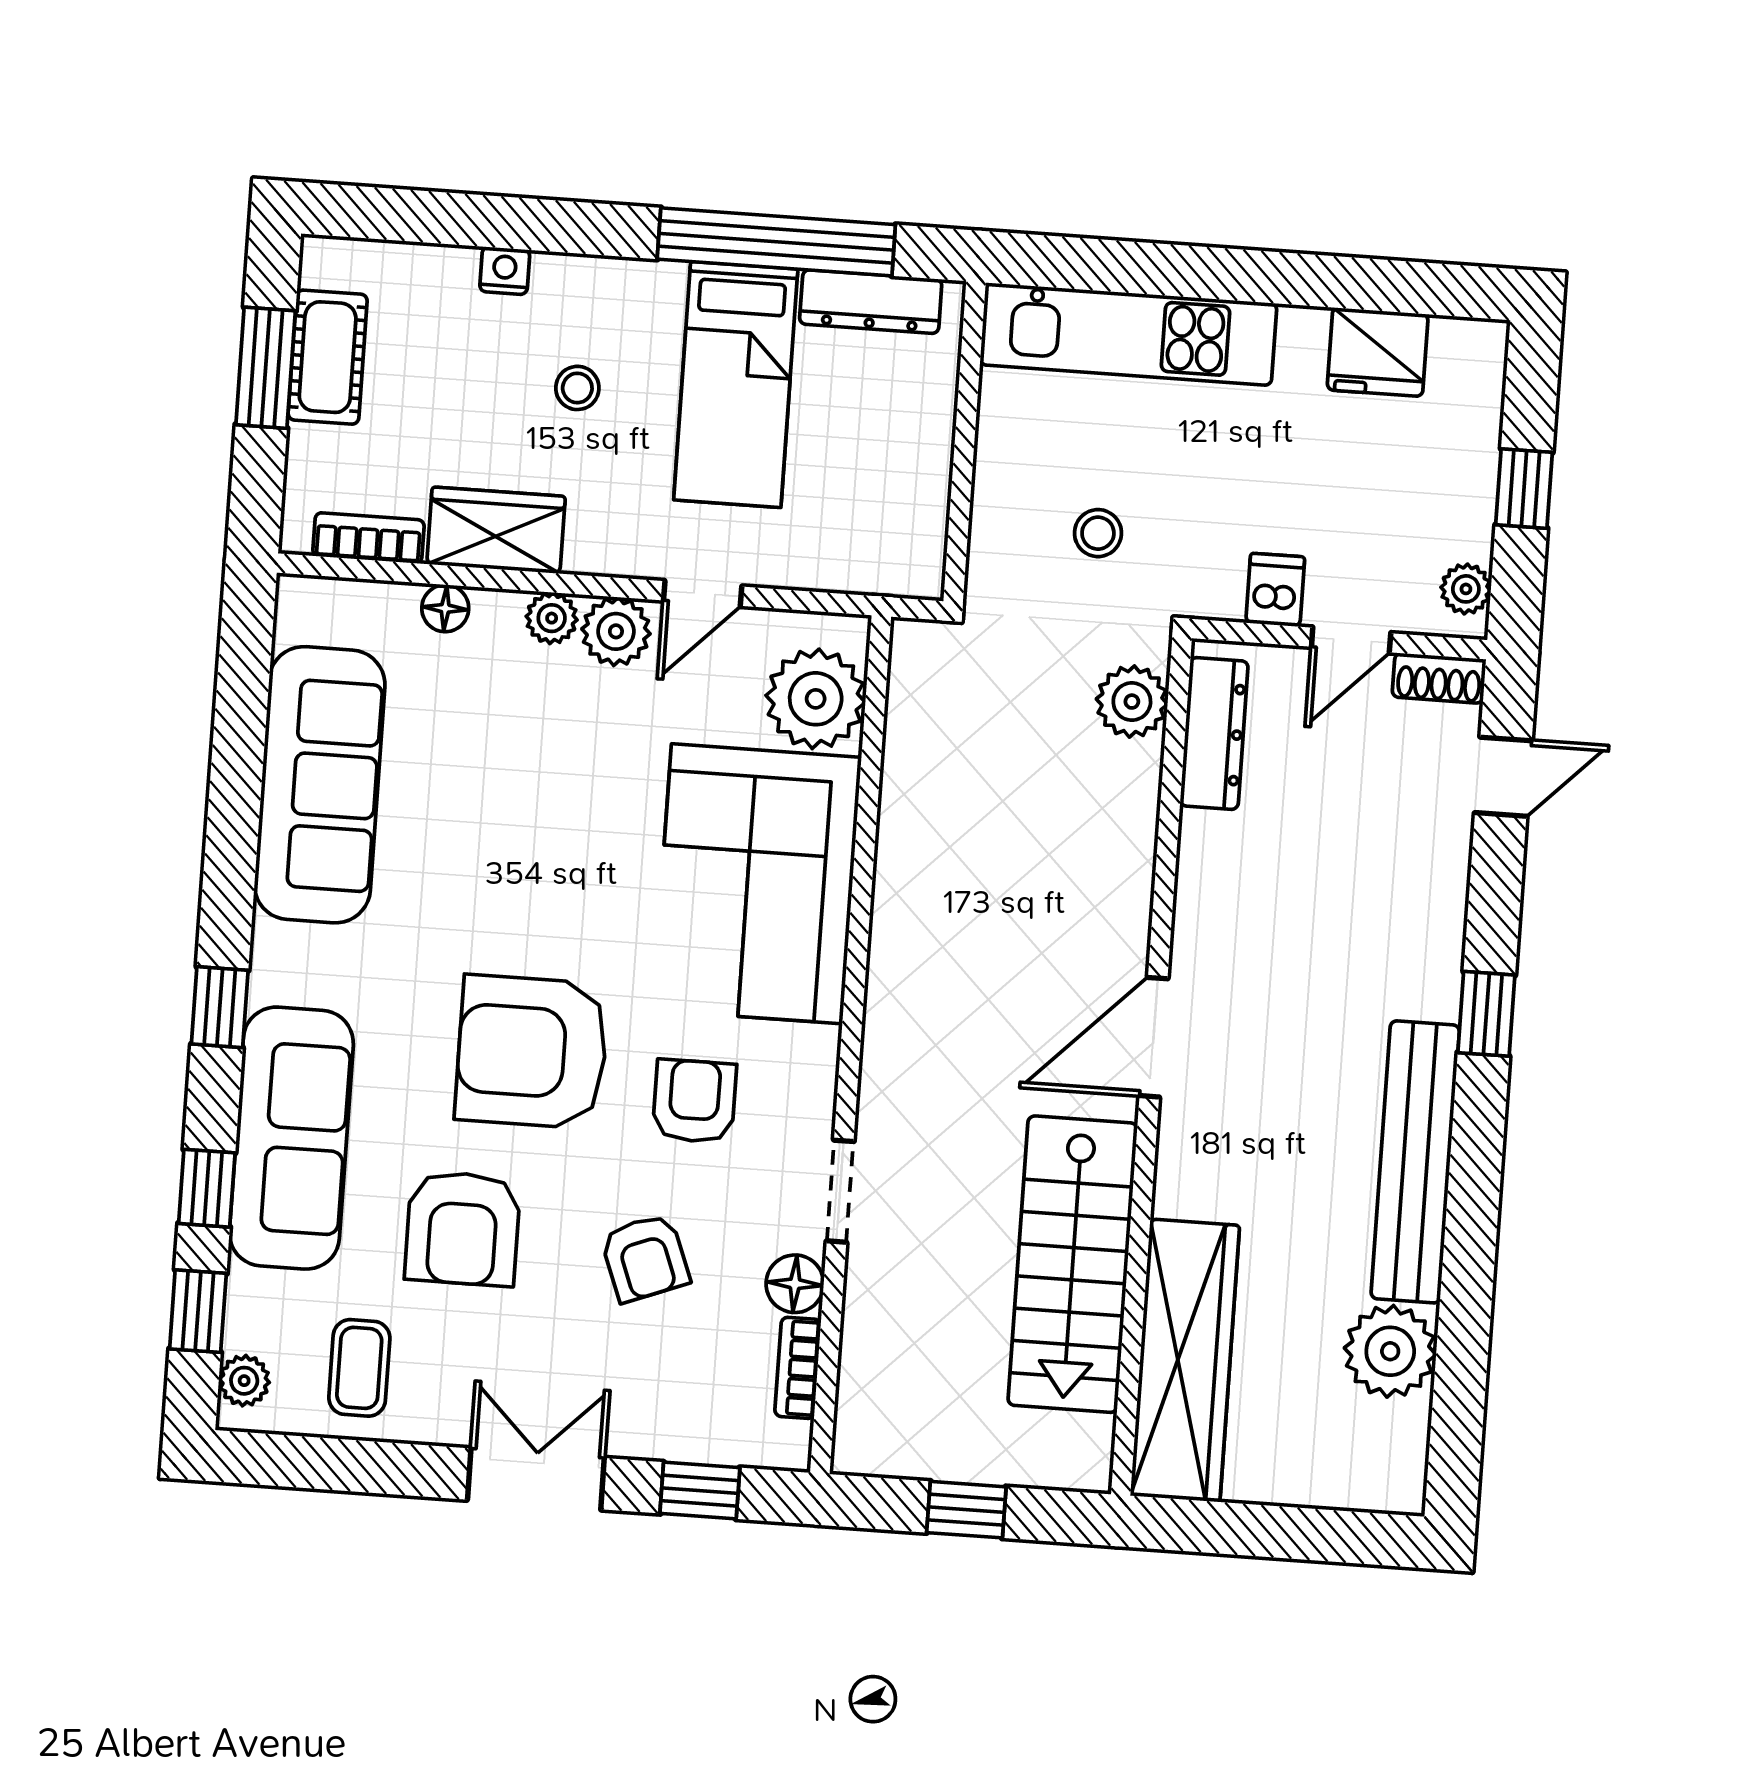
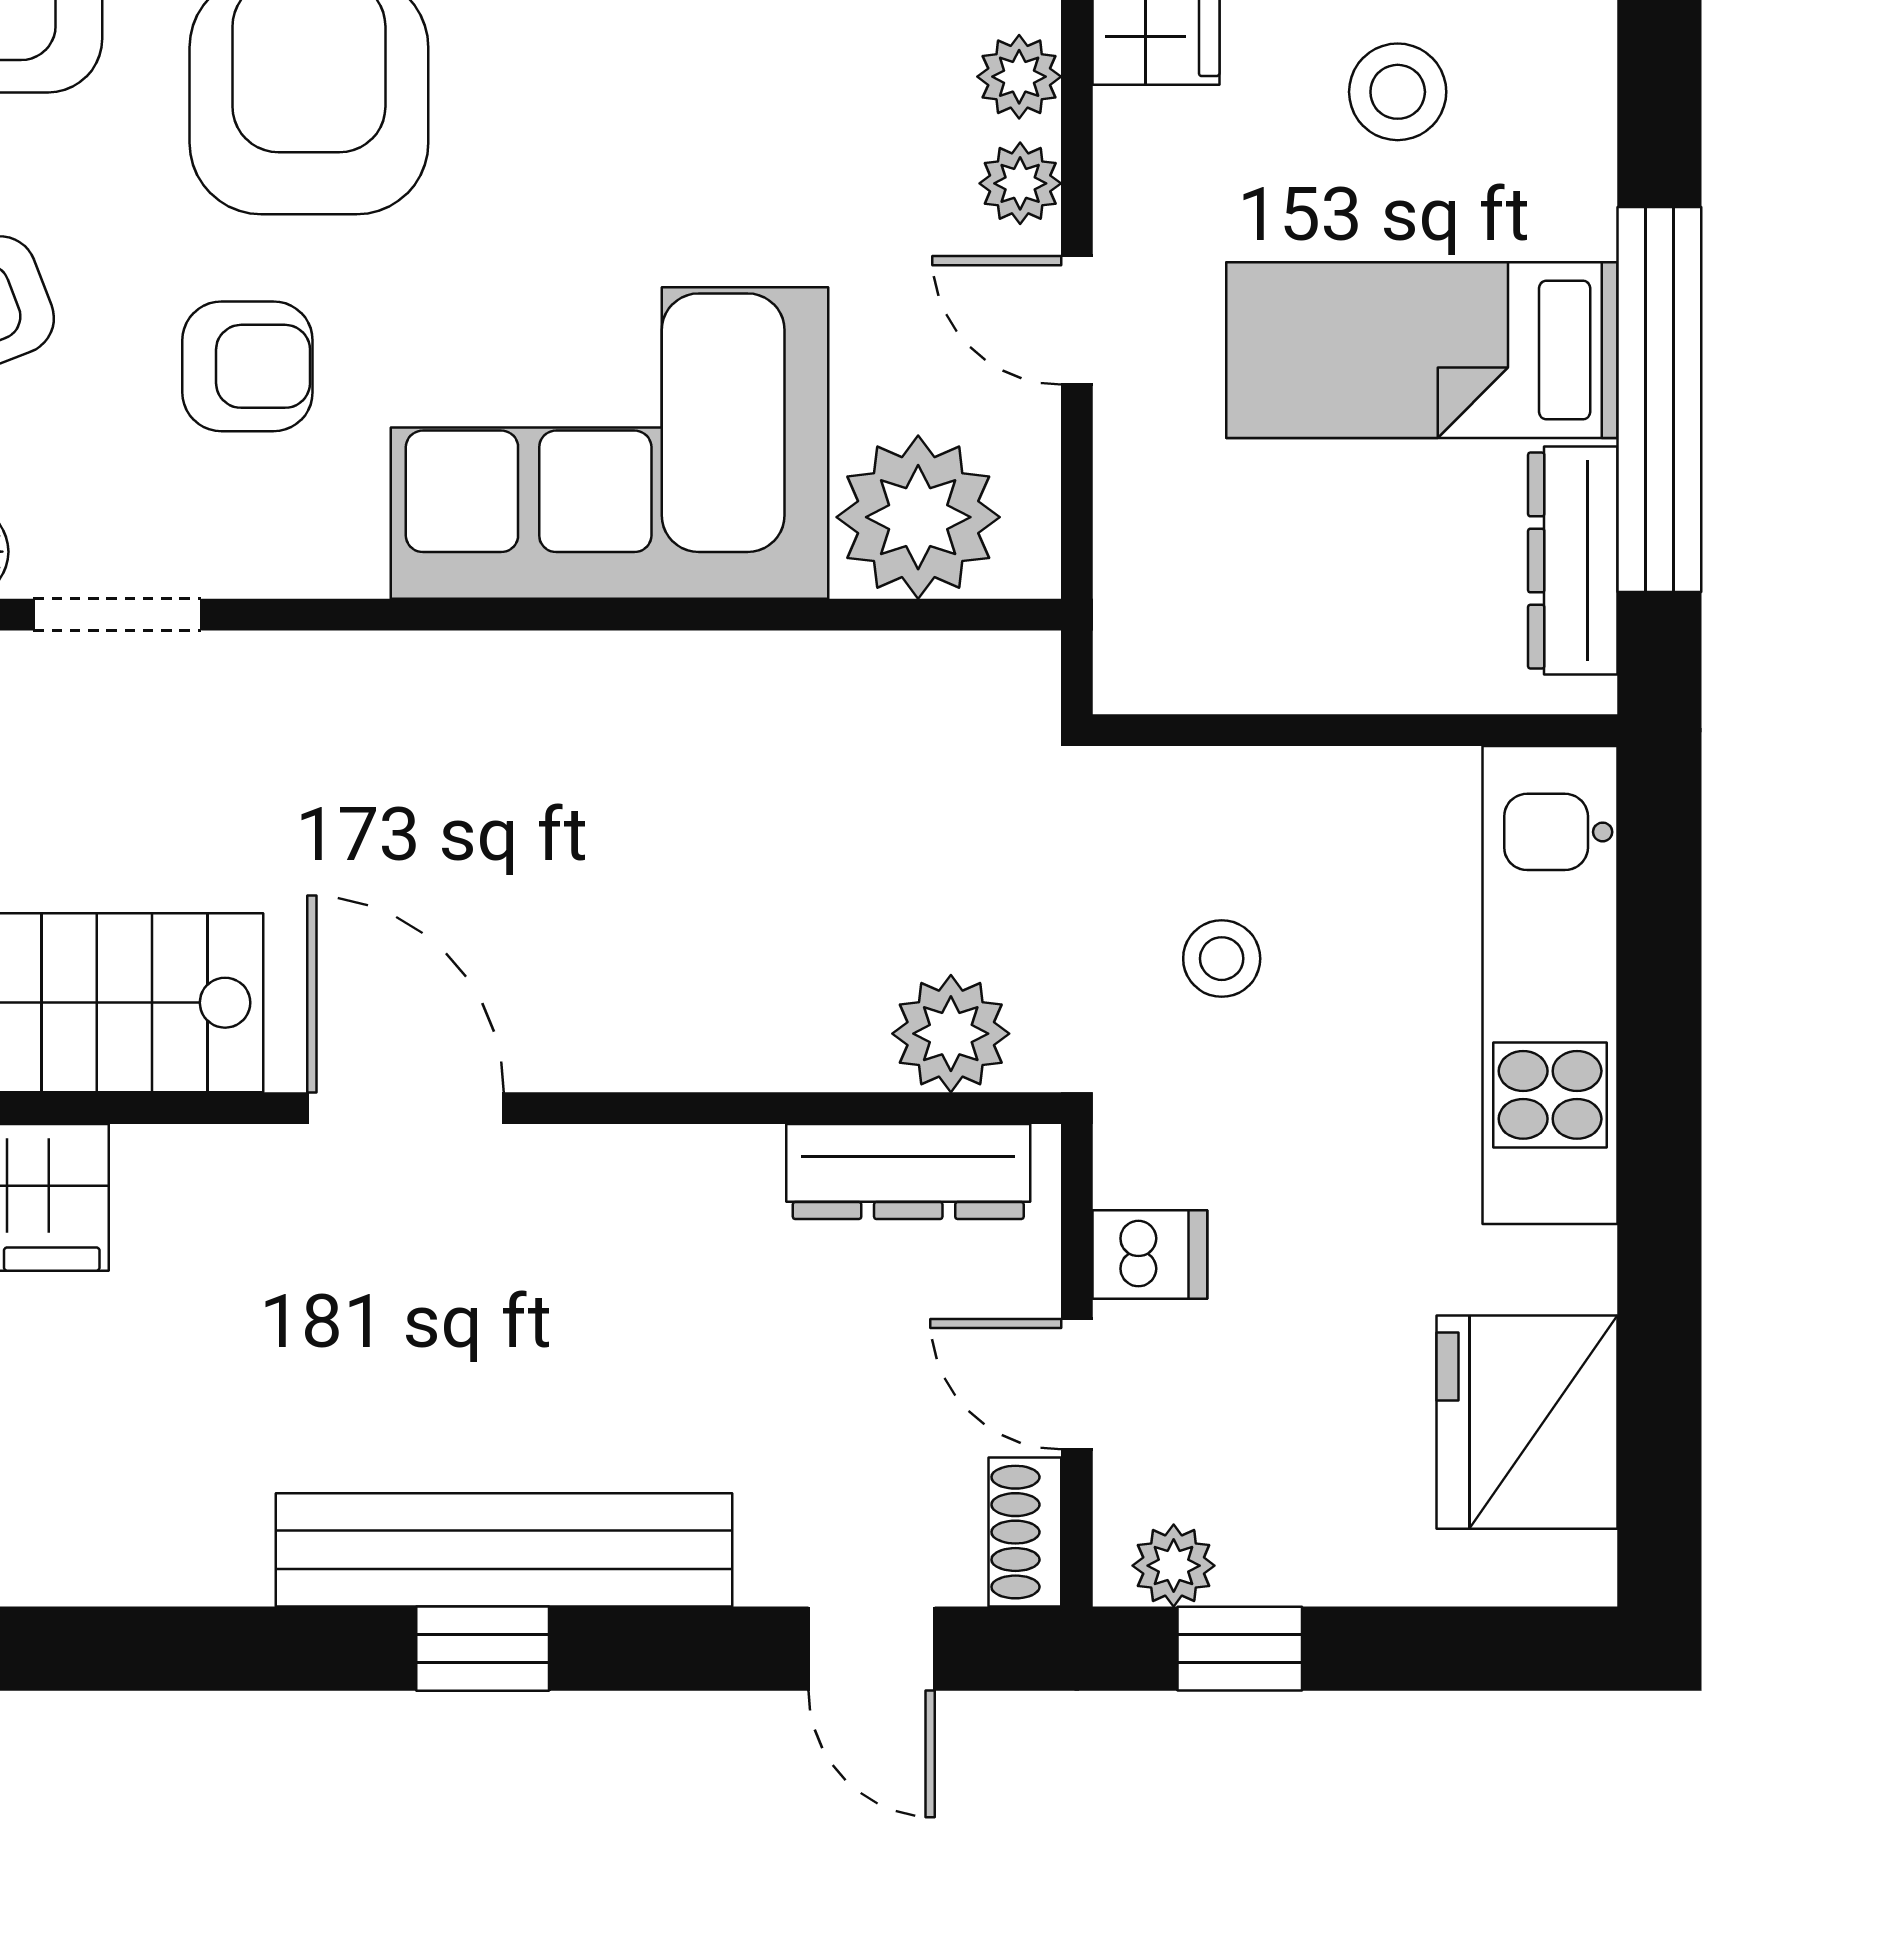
fridge: (1378, 352) -> (1527, 1422), width x1.36, depth x1.34
stool: (577, 388) -> (1398, 92), width x1.37, depth x1.37
window: (1524, 489) -> (1240, 1649), moved
plant: (616, 631) -> (1020, 183), width x0.73, depth x0.73
bench: (1415, 1162) -> (504, 1550), moved

